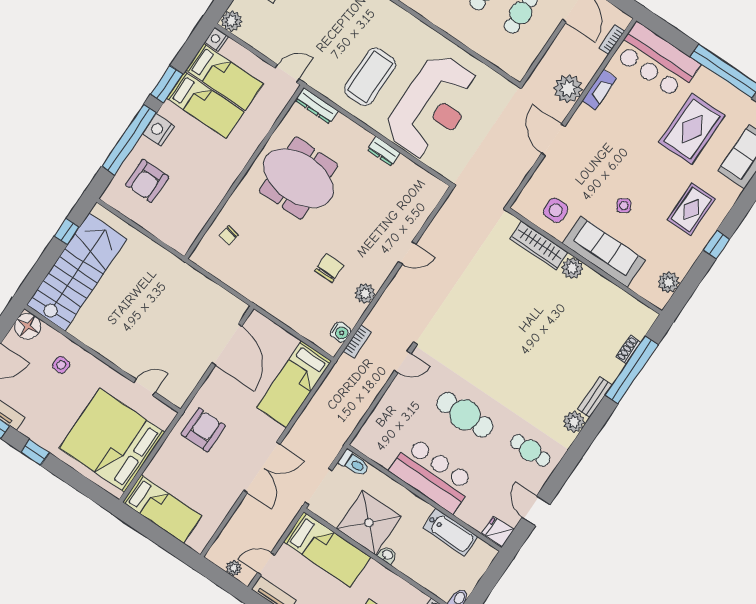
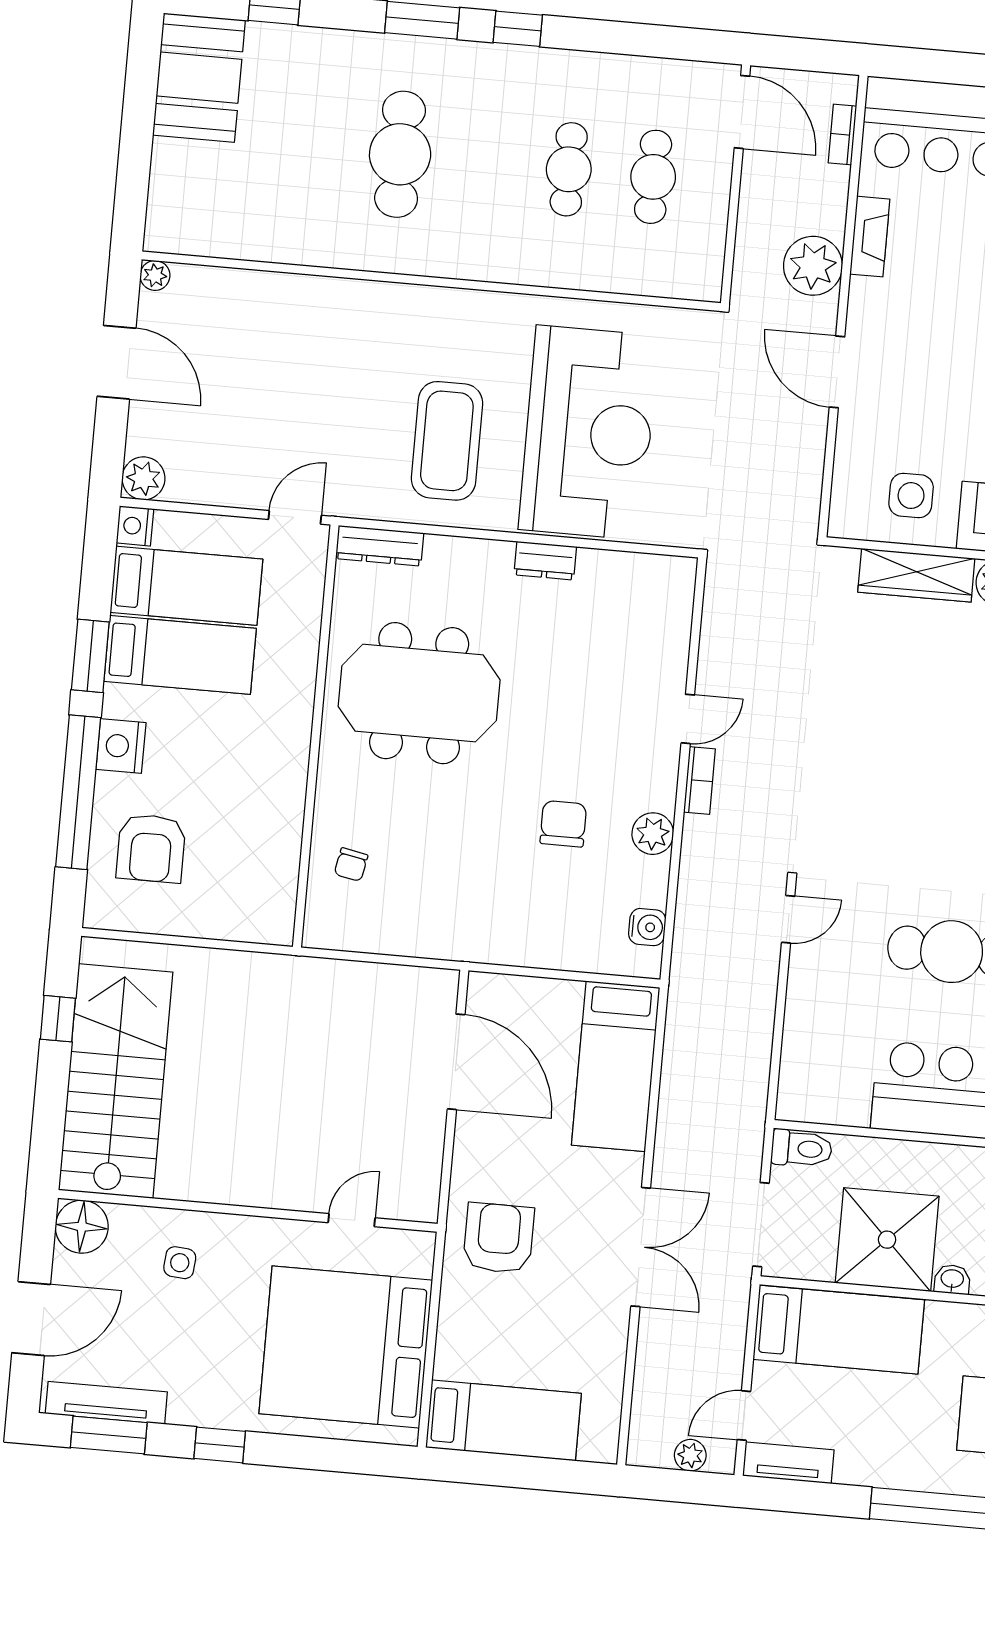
bookcase: (357, 341) -> (699, 780), moved

